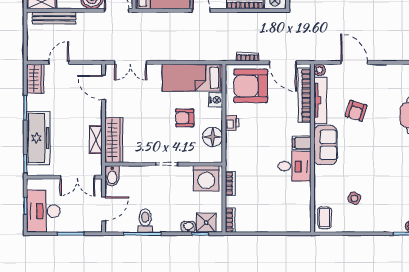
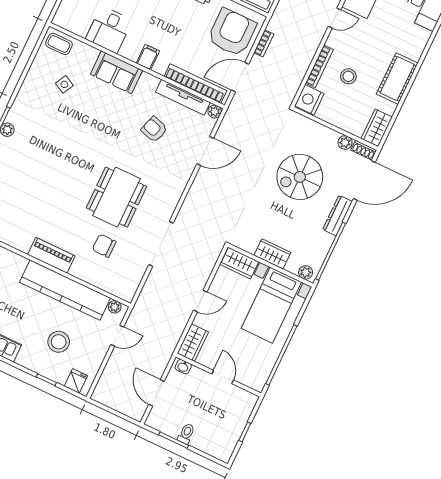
sofa: (325, 145) -> (116, 72), moved
desk: (294, 166) -> (109, 30), moved

